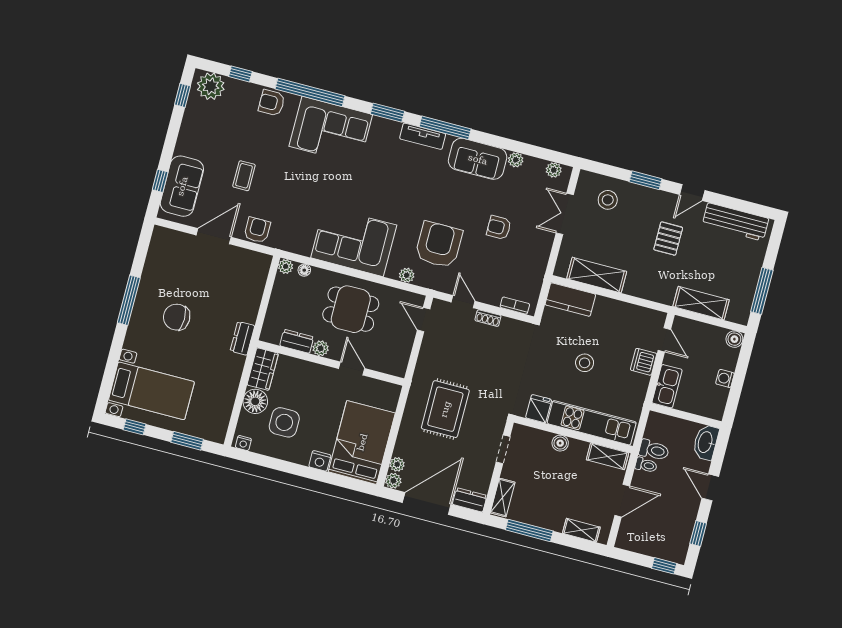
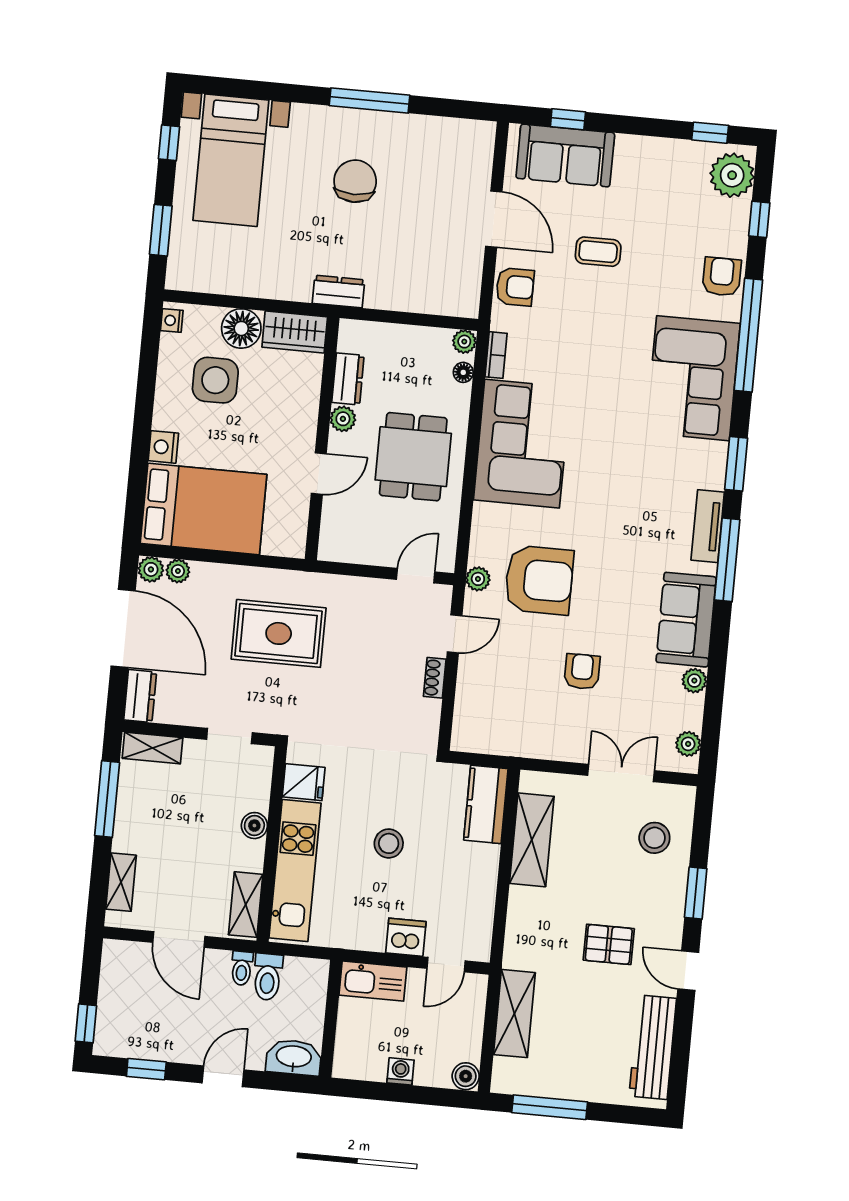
plant: (407, 275) -> (478, 579), moved
bookcase: (515, 306) -> (496, 355), moved

